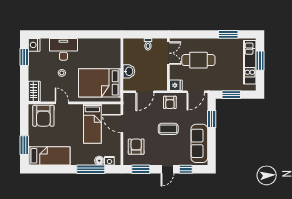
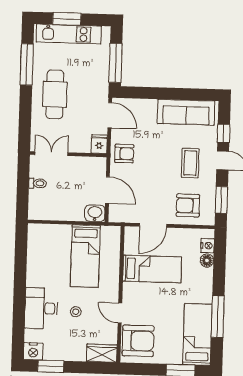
window: (228, 34) -> (27, 64), width x1.44
cafe table: (198, 60) -> (55, 94), moved
washbasin: (129, 71) -> (95, 213), moved
bed: (100, 83) -> (85, 256), width x0.67
window: (231, 95) -> (116, 63), width x1.44
door: (62, 103) -> (120, 313), hinge flipped
window: (212, 119) -> (151, 93), removed
coffee table: (168, 129) -> (190, 163), moved
window: (91, 169) -> (218, 317), moved

